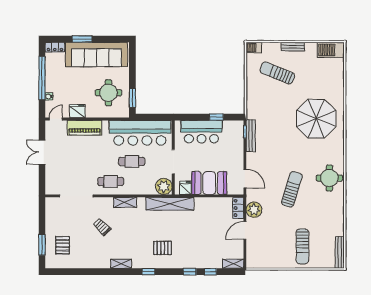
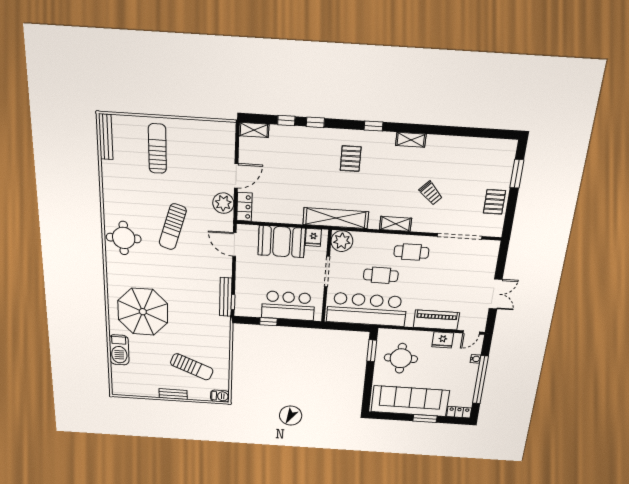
barbecue: (331, 50) -> (119, 350), moved, turned 90
pallet: (63, 245) -> (494, 202), moved
pallet: (163, 248) -> (351, 159), turned 90

